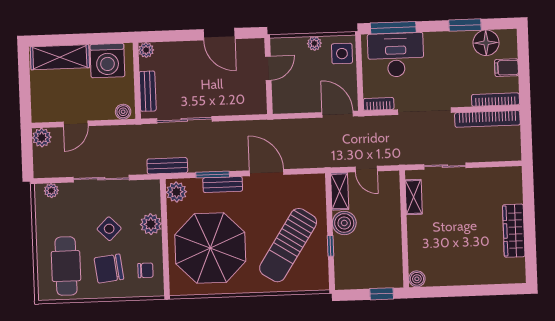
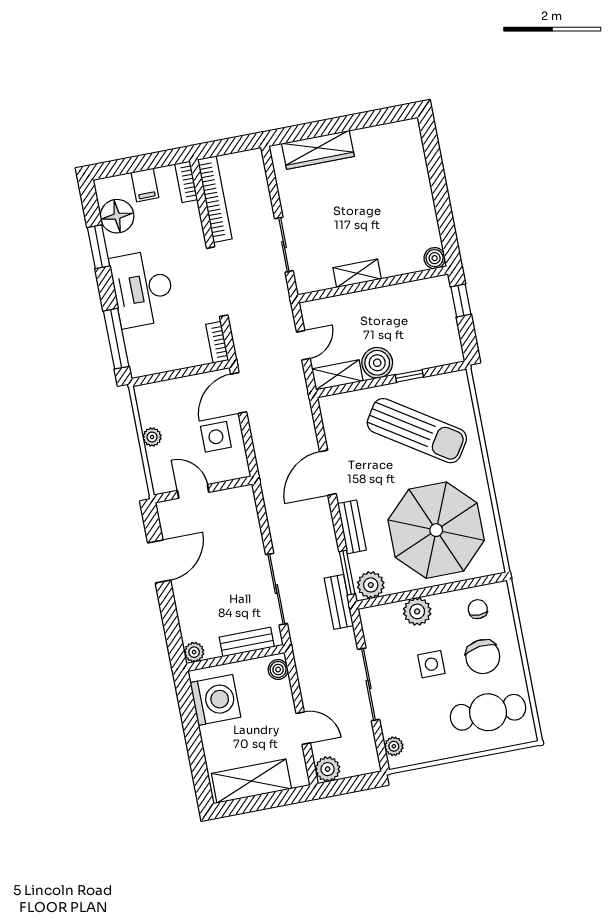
side table: (342, 54) -> (216, 437), moved
desk: (396, 55) -> (143, 289), moved
shelving: (60, 57) -> (251, 781), moved, turned 90
bookcase: (495, 100) -> (186, 182), width x0.64
window: (213, 175) -> (347, 573), moved
shelving: (414, 197) -> (357, 273), moved
side table: (109, 229) -> (431, 664), turned 45
wardrobe: (514, 231) -> (318, 150), moved

